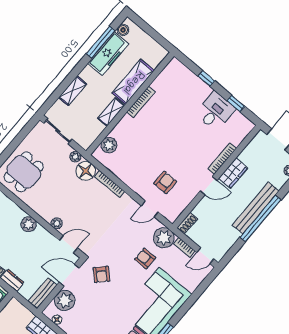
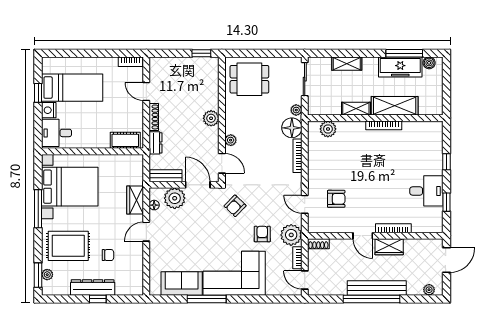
armchair: (101, 274) -> (235, 206), moved

